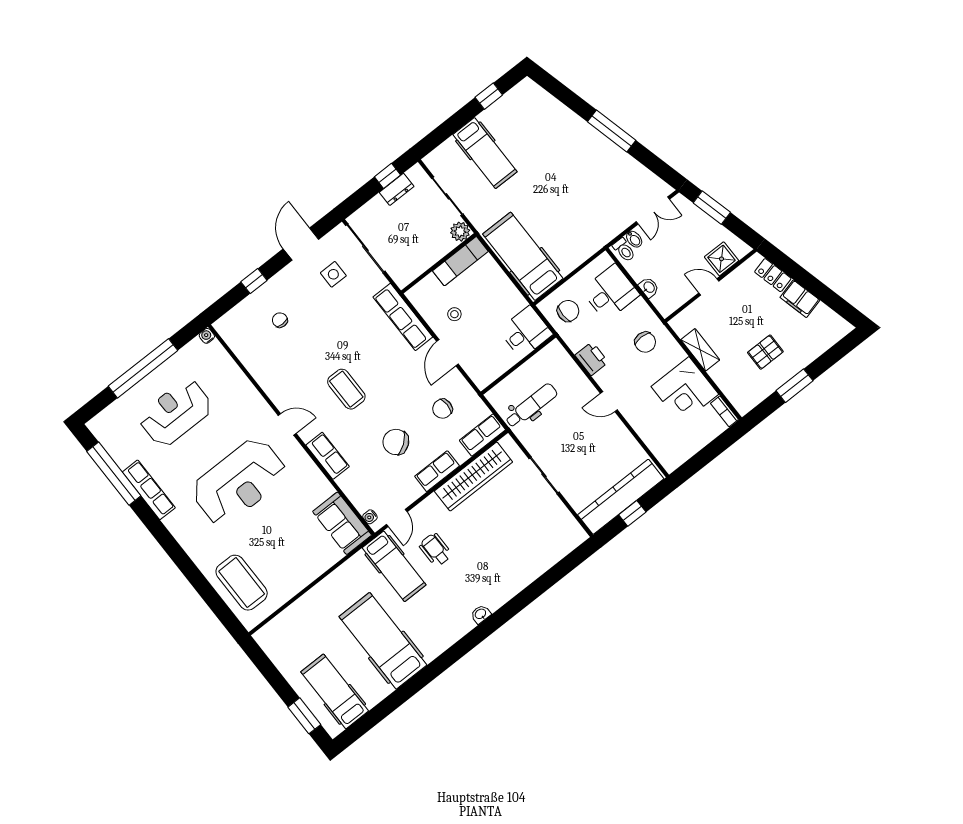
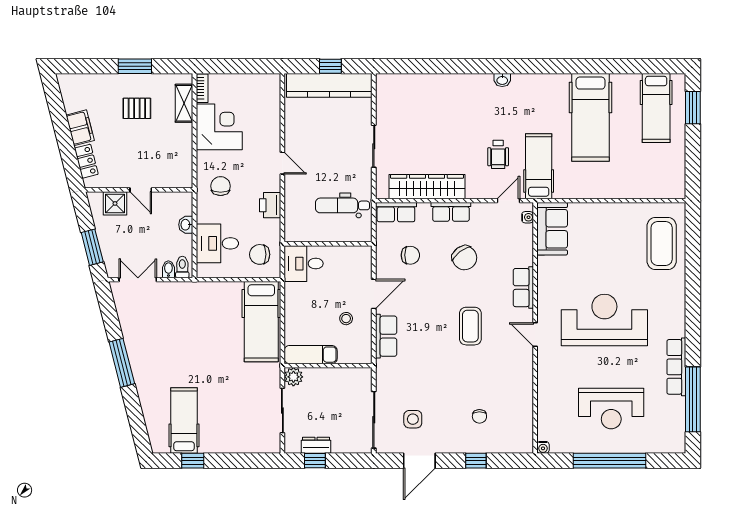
hospital bed: (485, 153) -> (184, 421), moved
row of seats: (403, 317) -> (386, 336), width x0.68
shelving: (700, 350) -> (184, 103), moved

